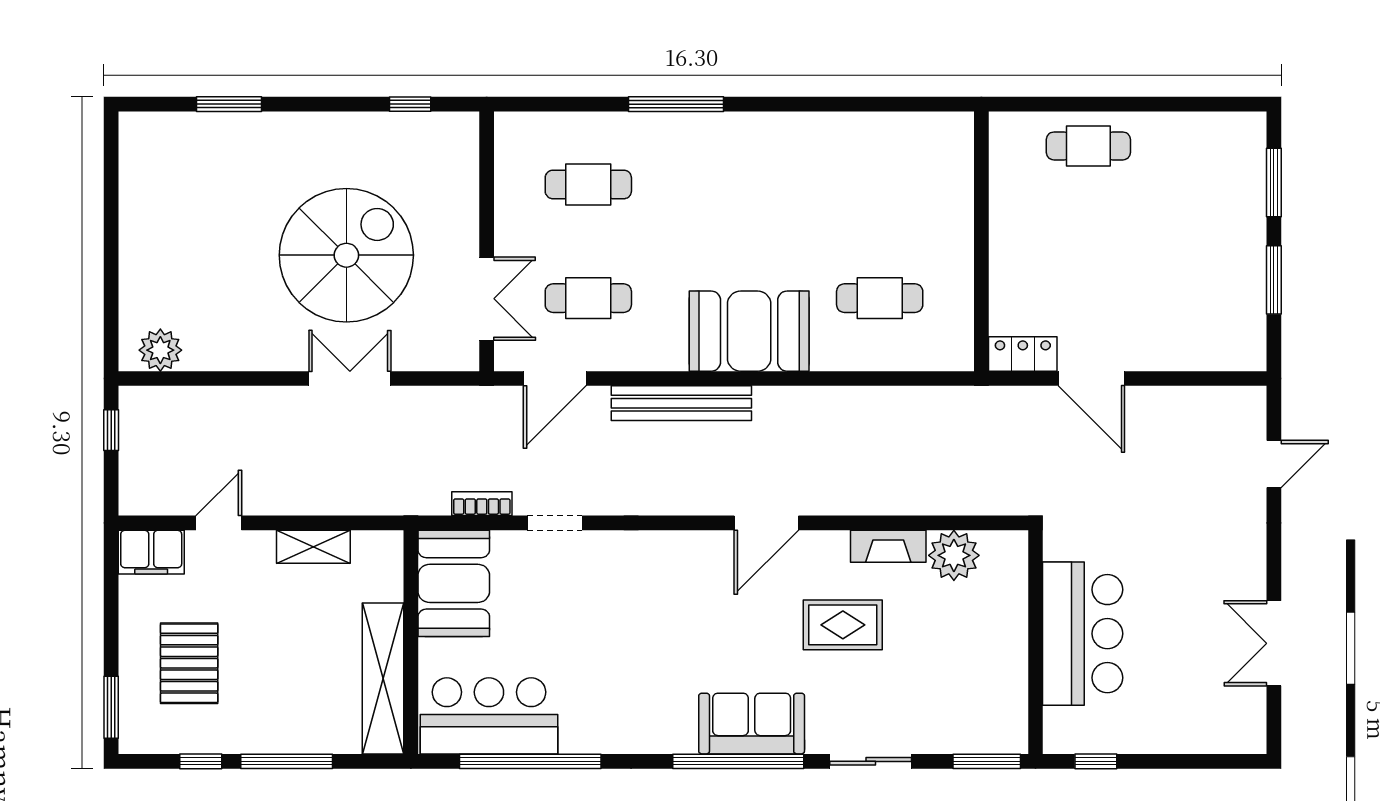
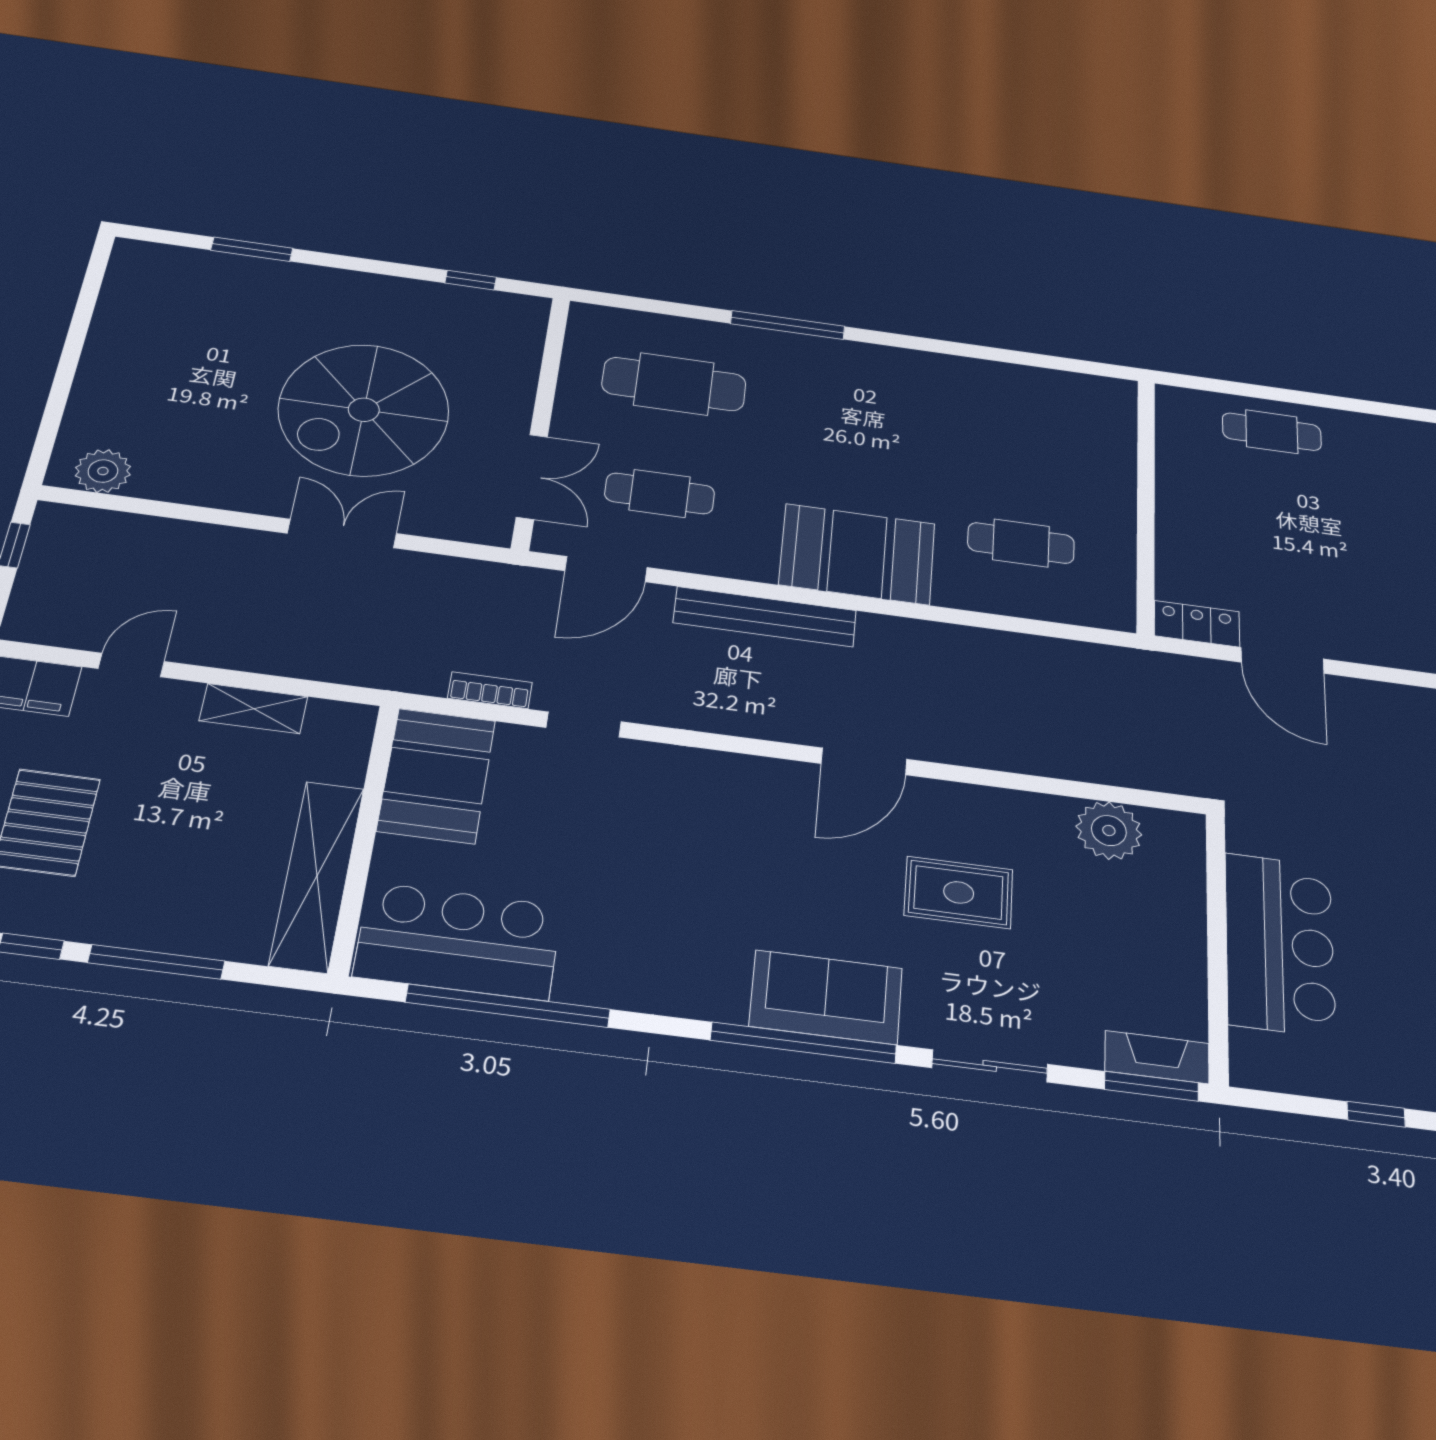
cafe table: (588, 184) -> (674, 384), width x1.37, depth x1.35
spiral stairs: (346, 255) -> (364, 410), turned 180
fireplace: (888, 546) -> (1157, 1057), moved, turned 180
window: (1096, 761) -> (1376, 1114), moved

